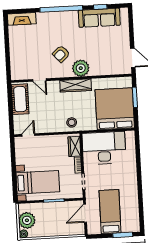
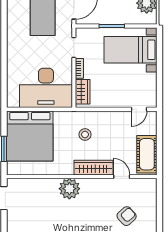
armchair: (61, 54) -> (127, 216), moved
wardrobe: (76, 85) -> (93, 168), moved
stool: (72, 122) -> (85, 134), moved

